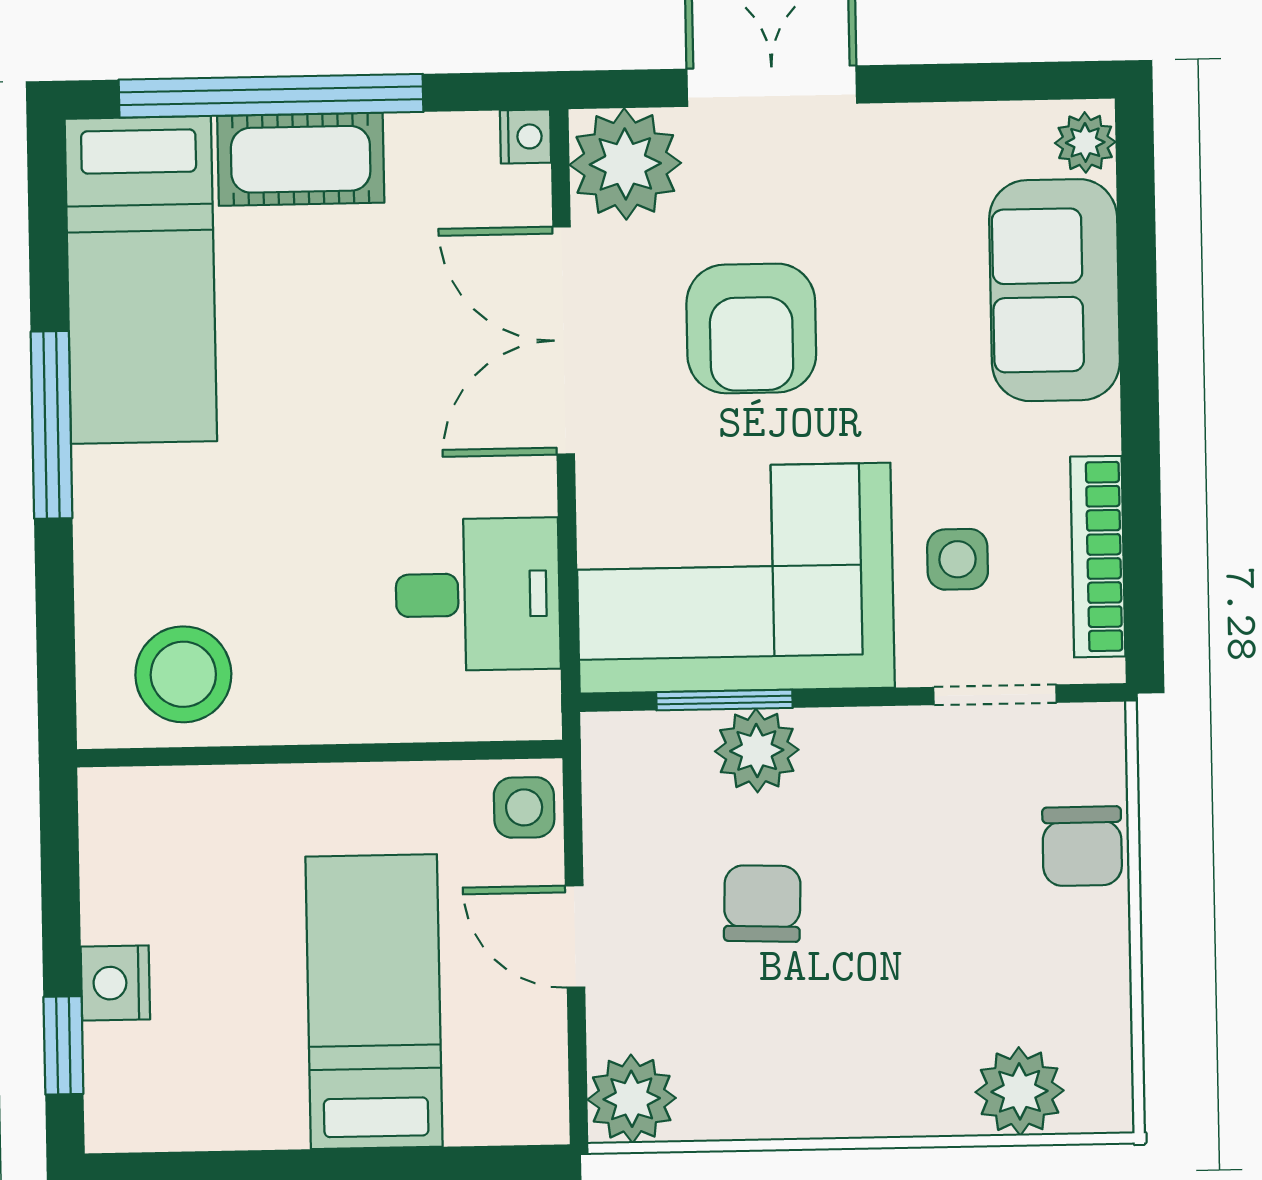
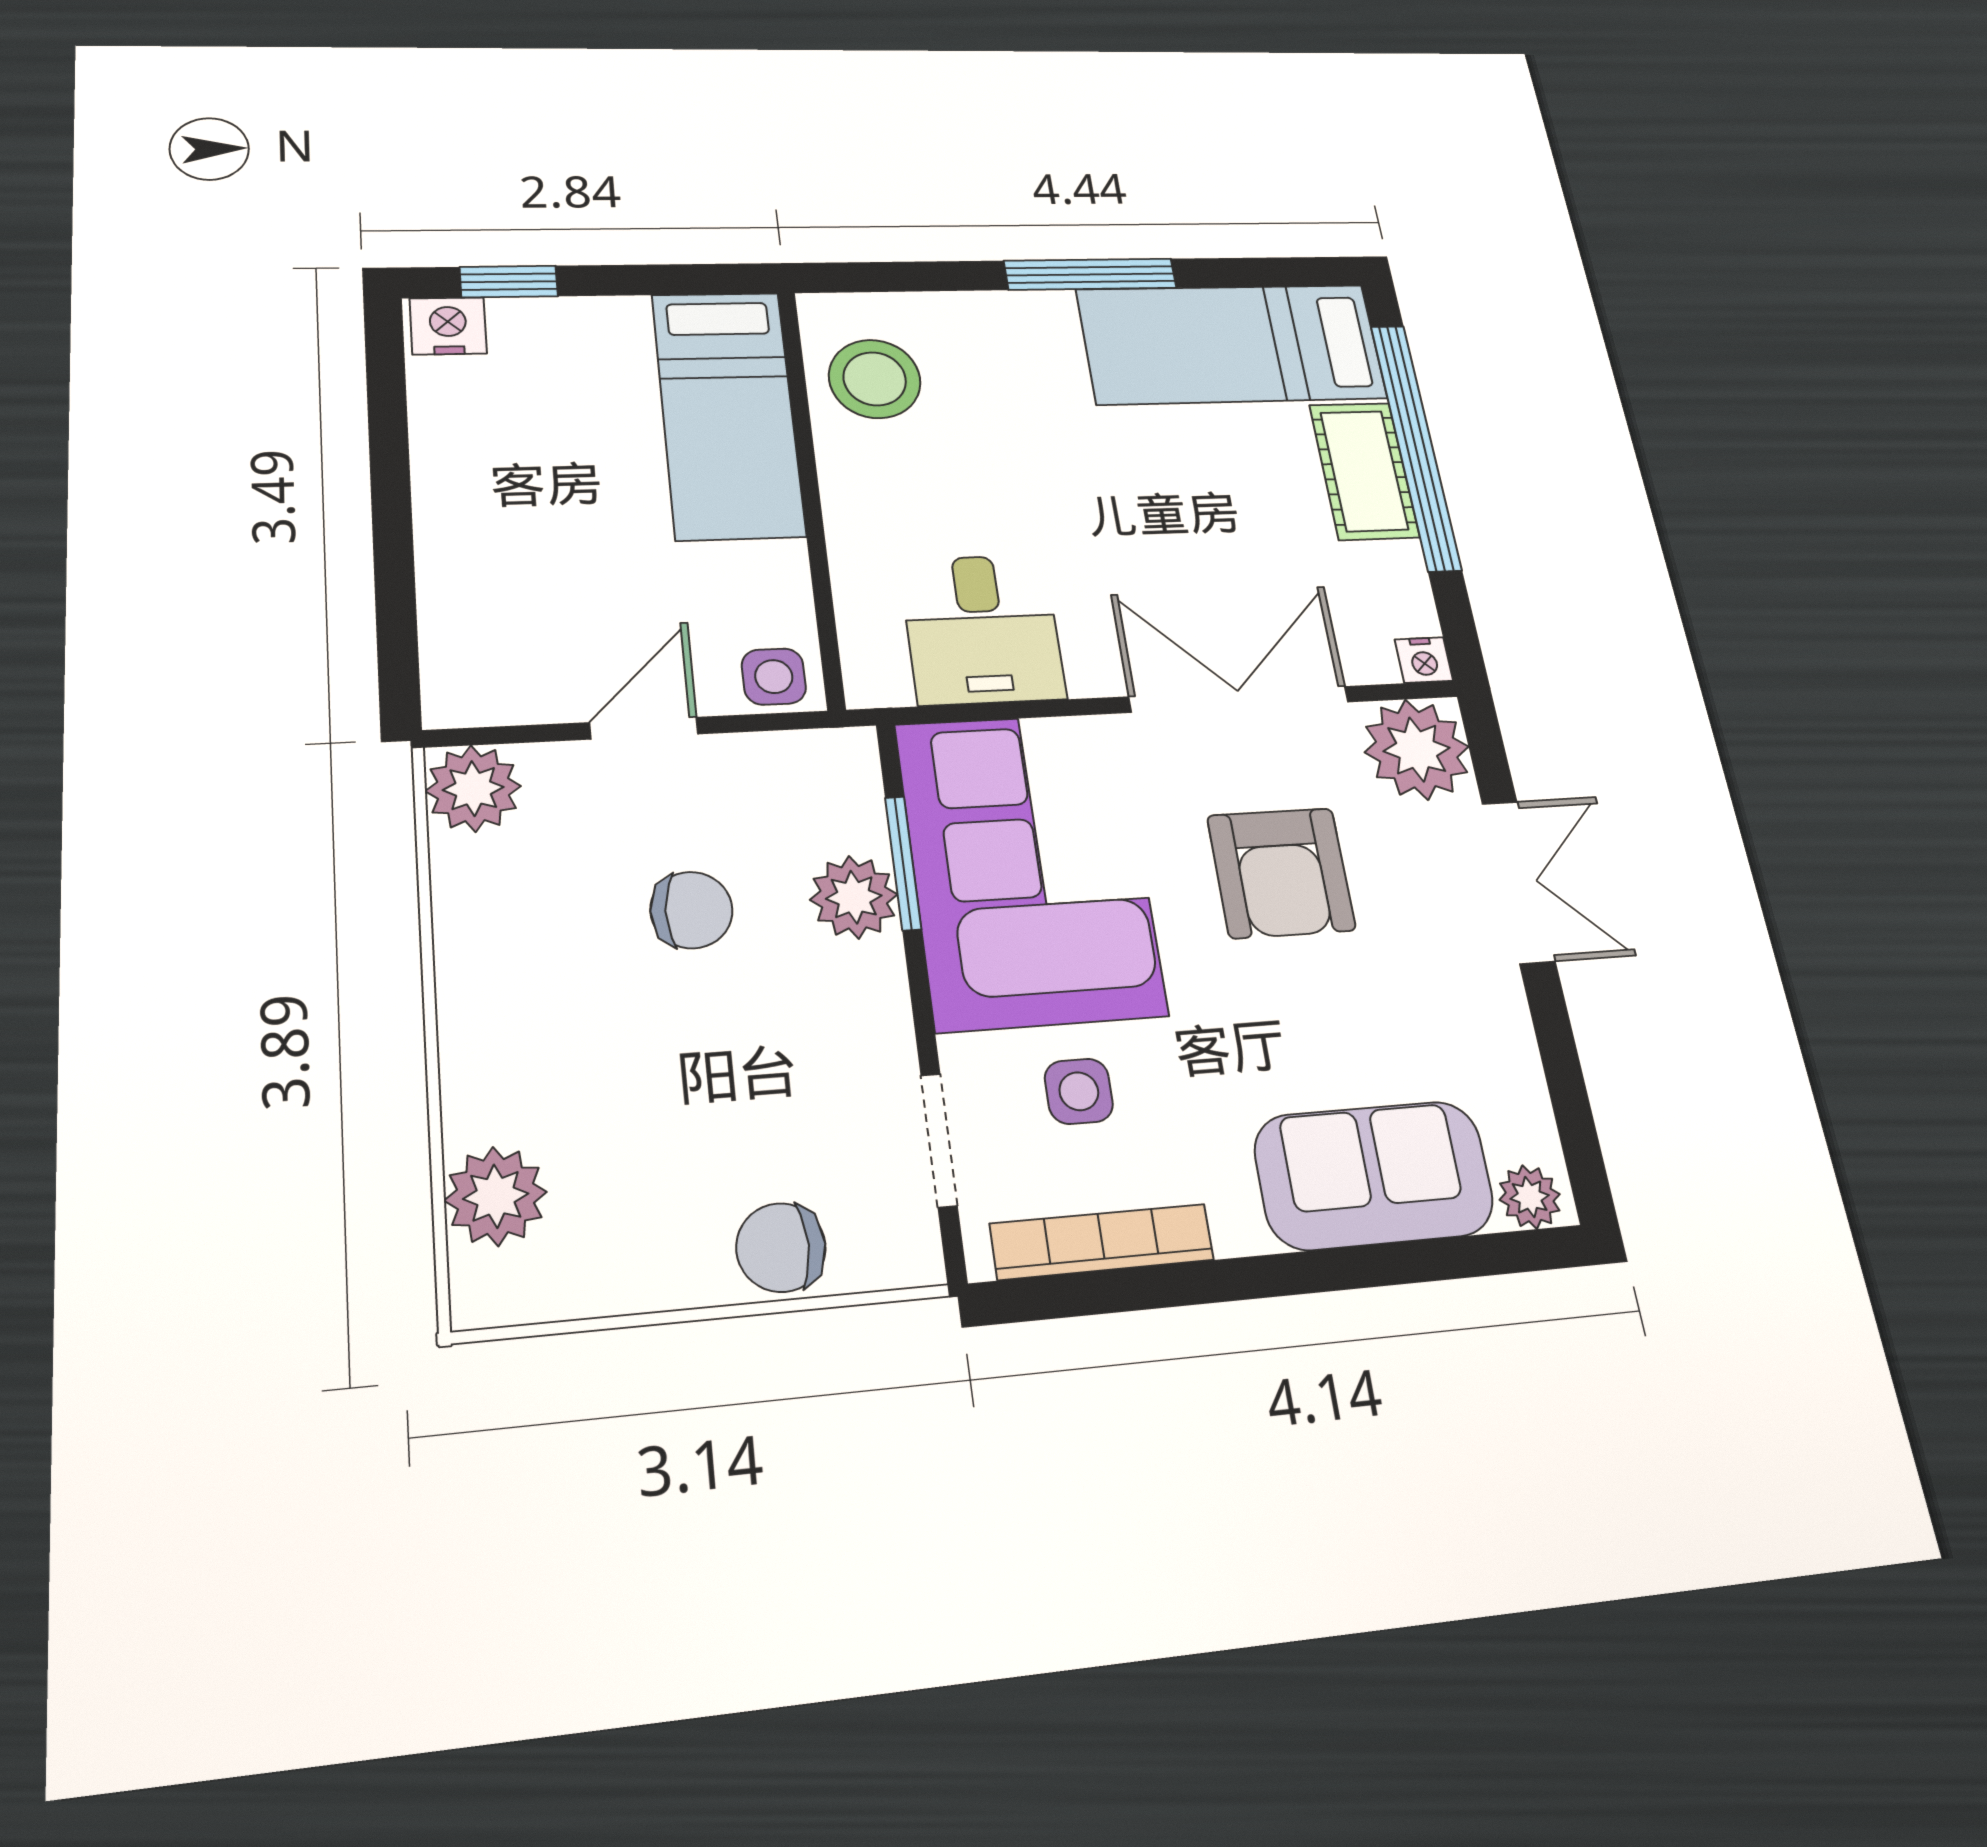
armchair: (751, 328) -> (1281, 873), turned -90
nightstand: (115, 983) -> (448, 326), moved
bed: (374, 1002) -> (728, 414), moved, turned 90

